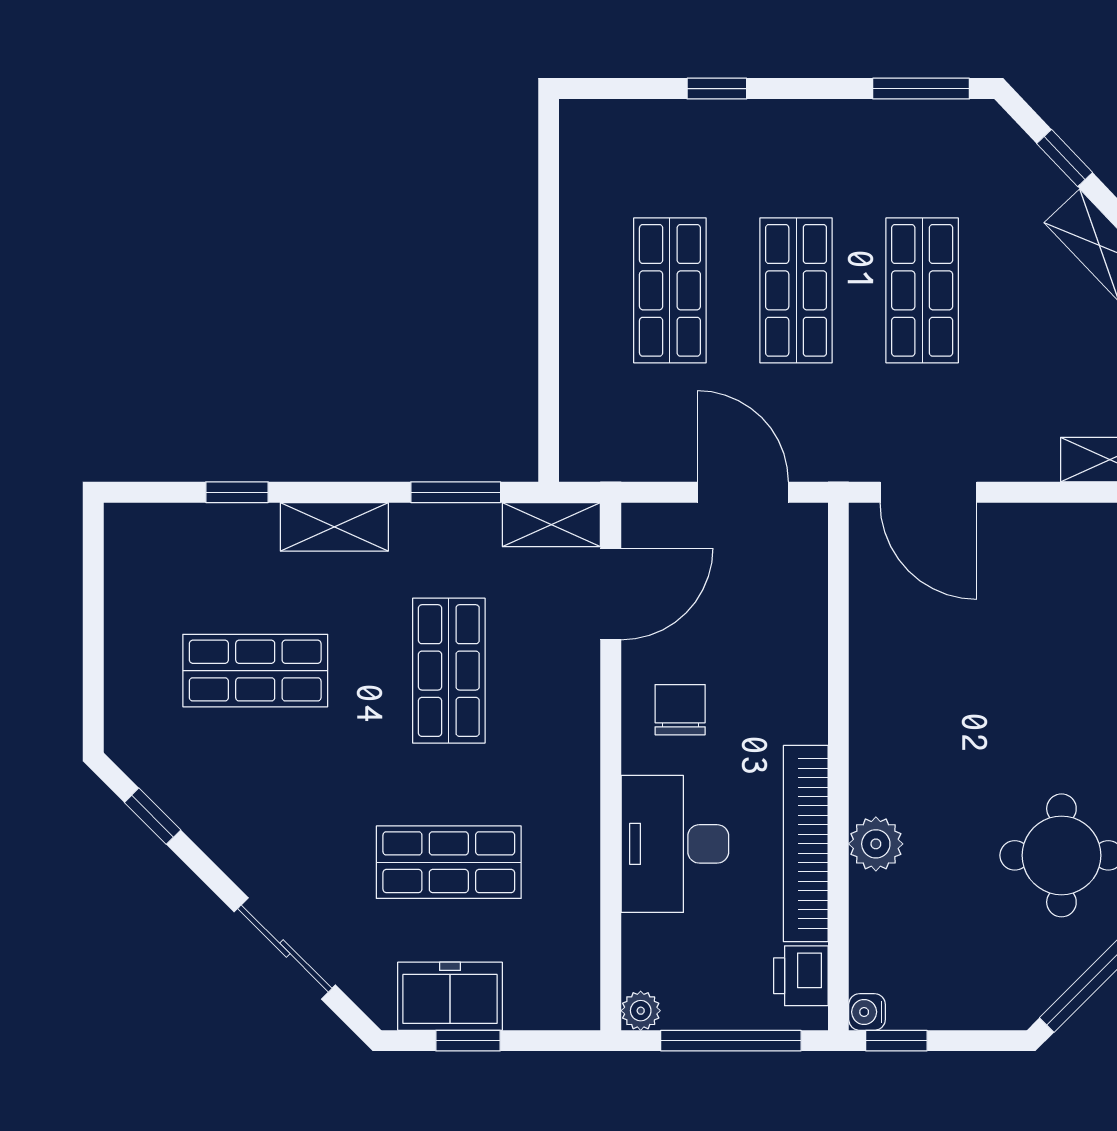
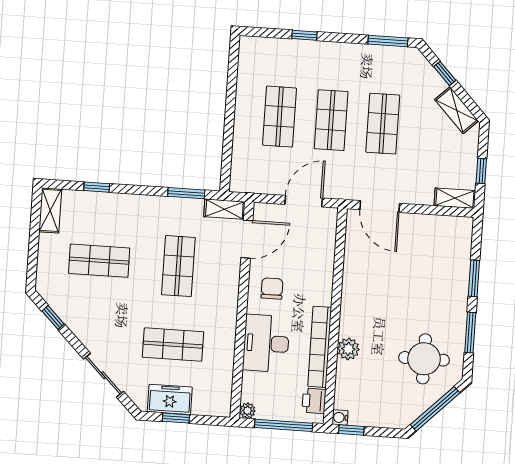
door: (743, 492) -> (304, 201), hinge flipped
shelving: (334, 527) -> (50, 210), moved, turned 90

